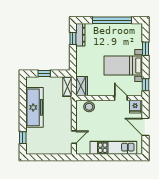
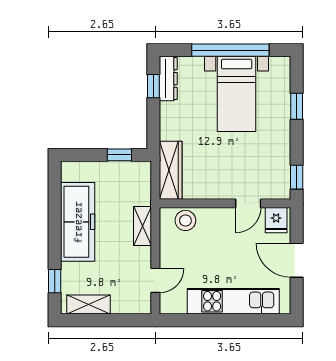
bed with nightstands: (123, 65) -> (237, 94), moved, turned -90
window: (44, 73) -> (119, 155), moved
wardrobe: (82, 86) -> (171, 170), width x1.50
shelving: (67, 87) -> (143, 226), moved
door: (121, 98) -> (248, 203), swing flipped
shelving: (40, 149) -> (88, 304), added

